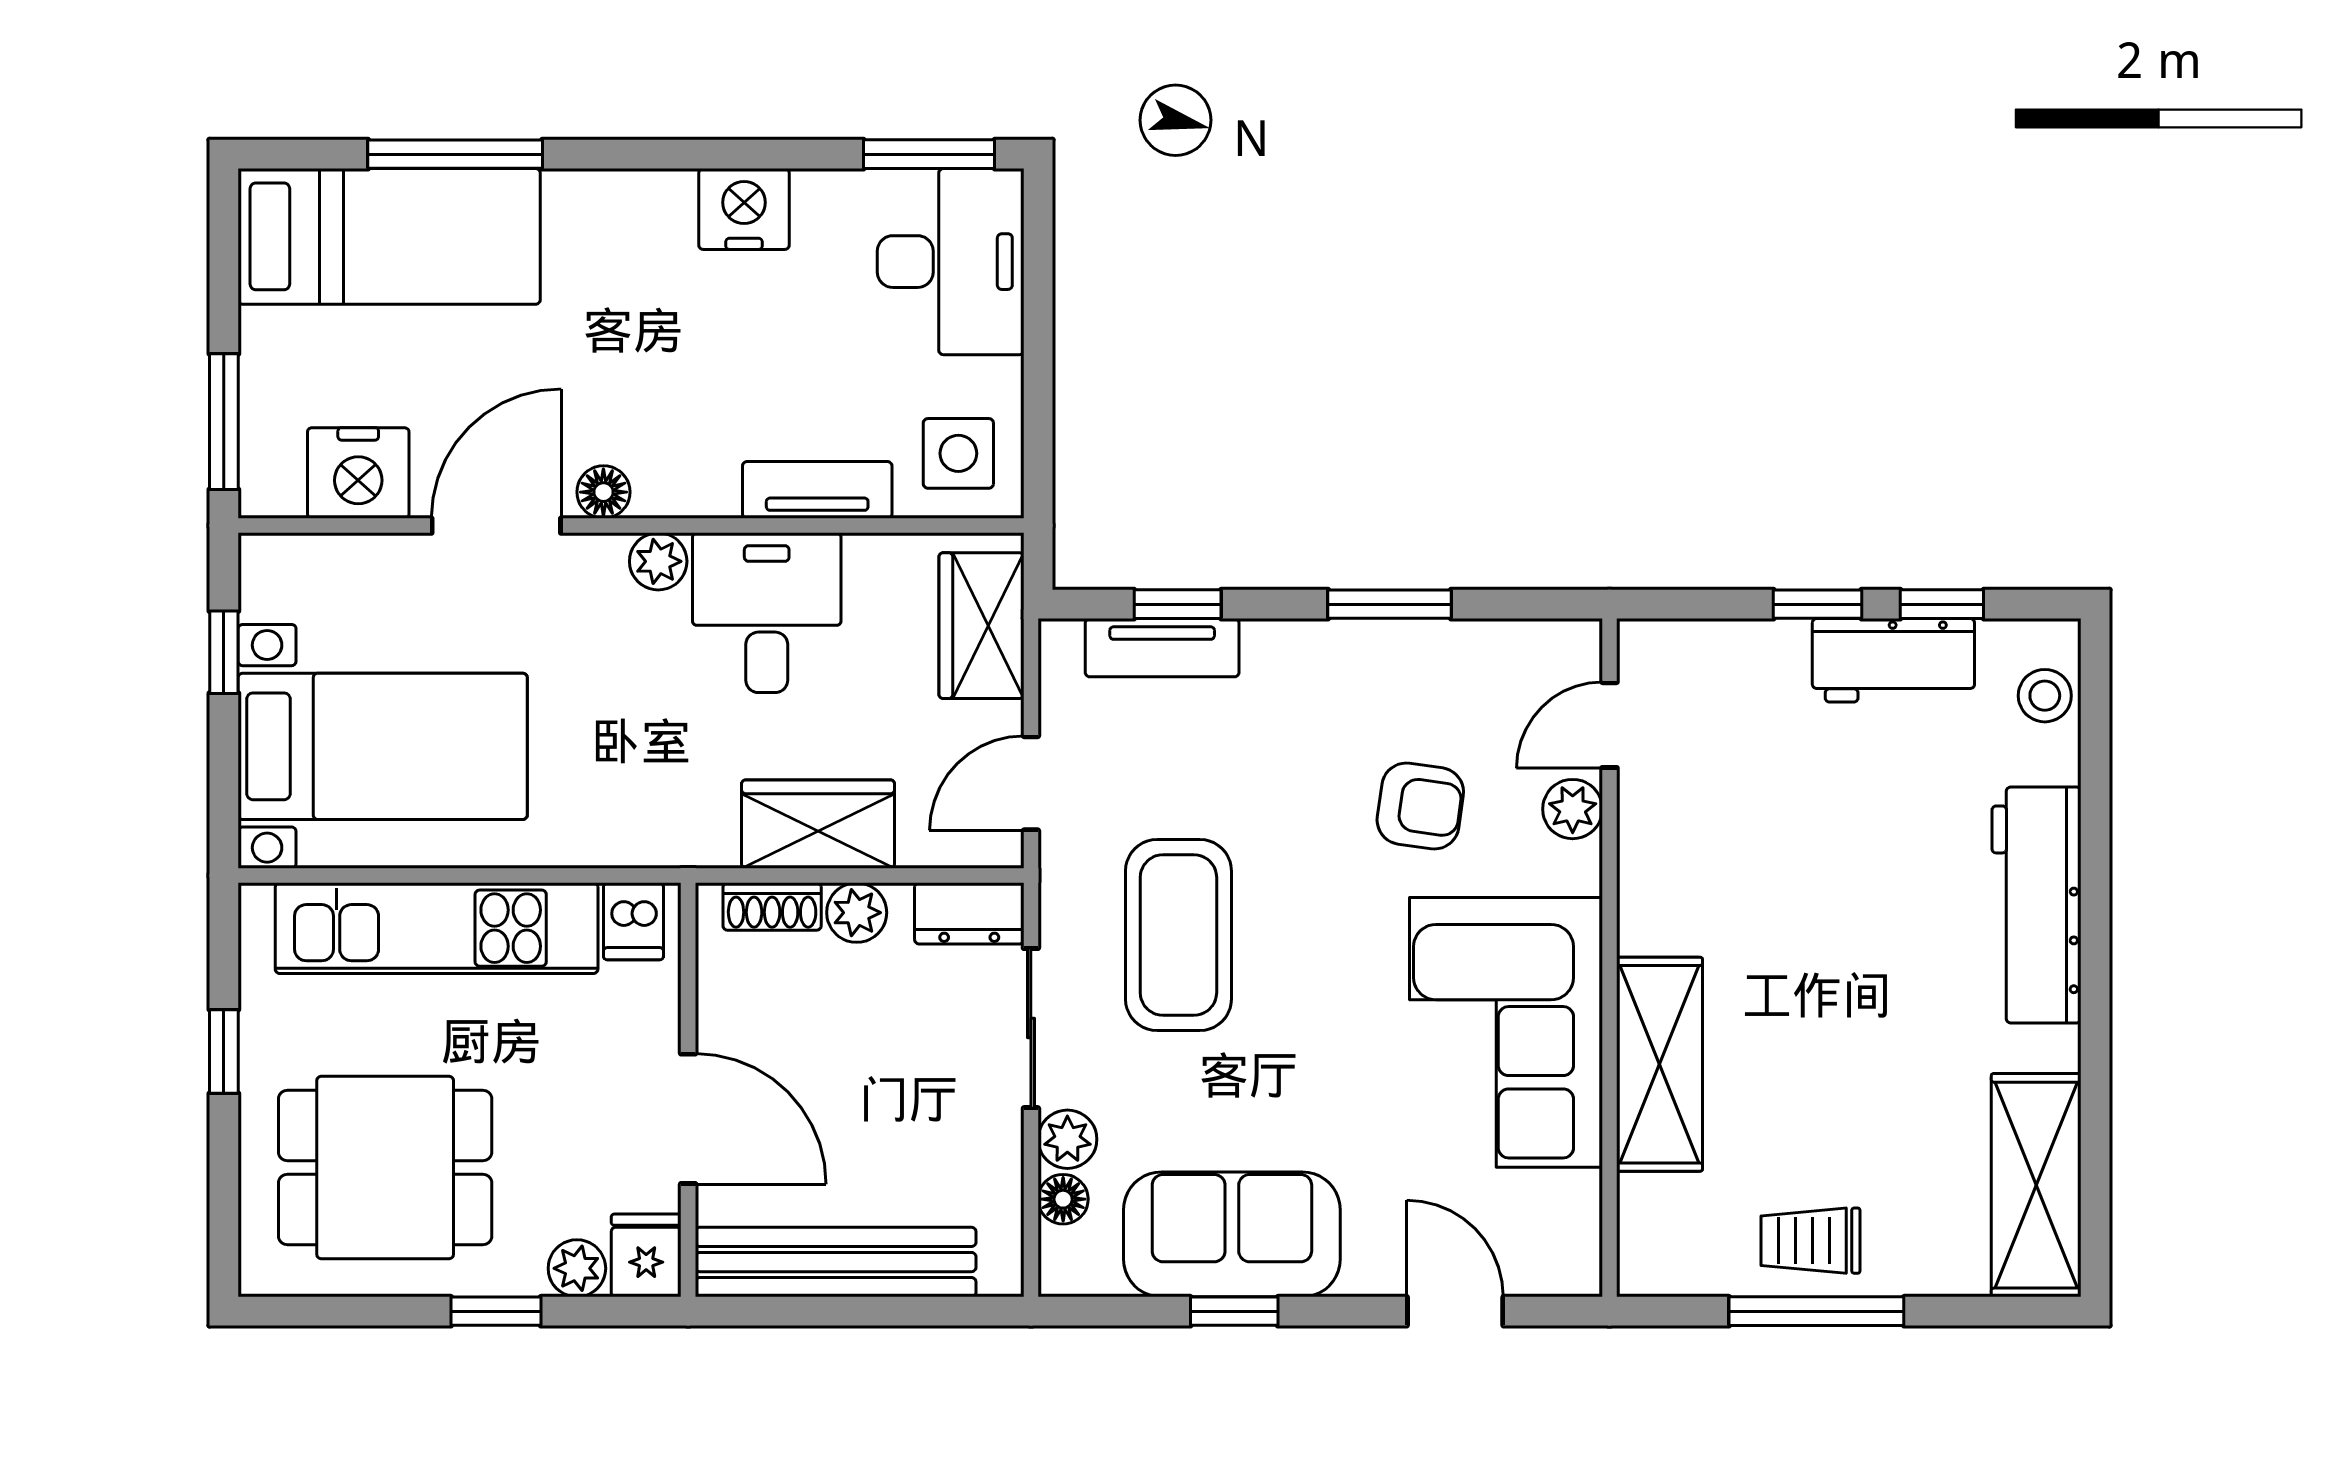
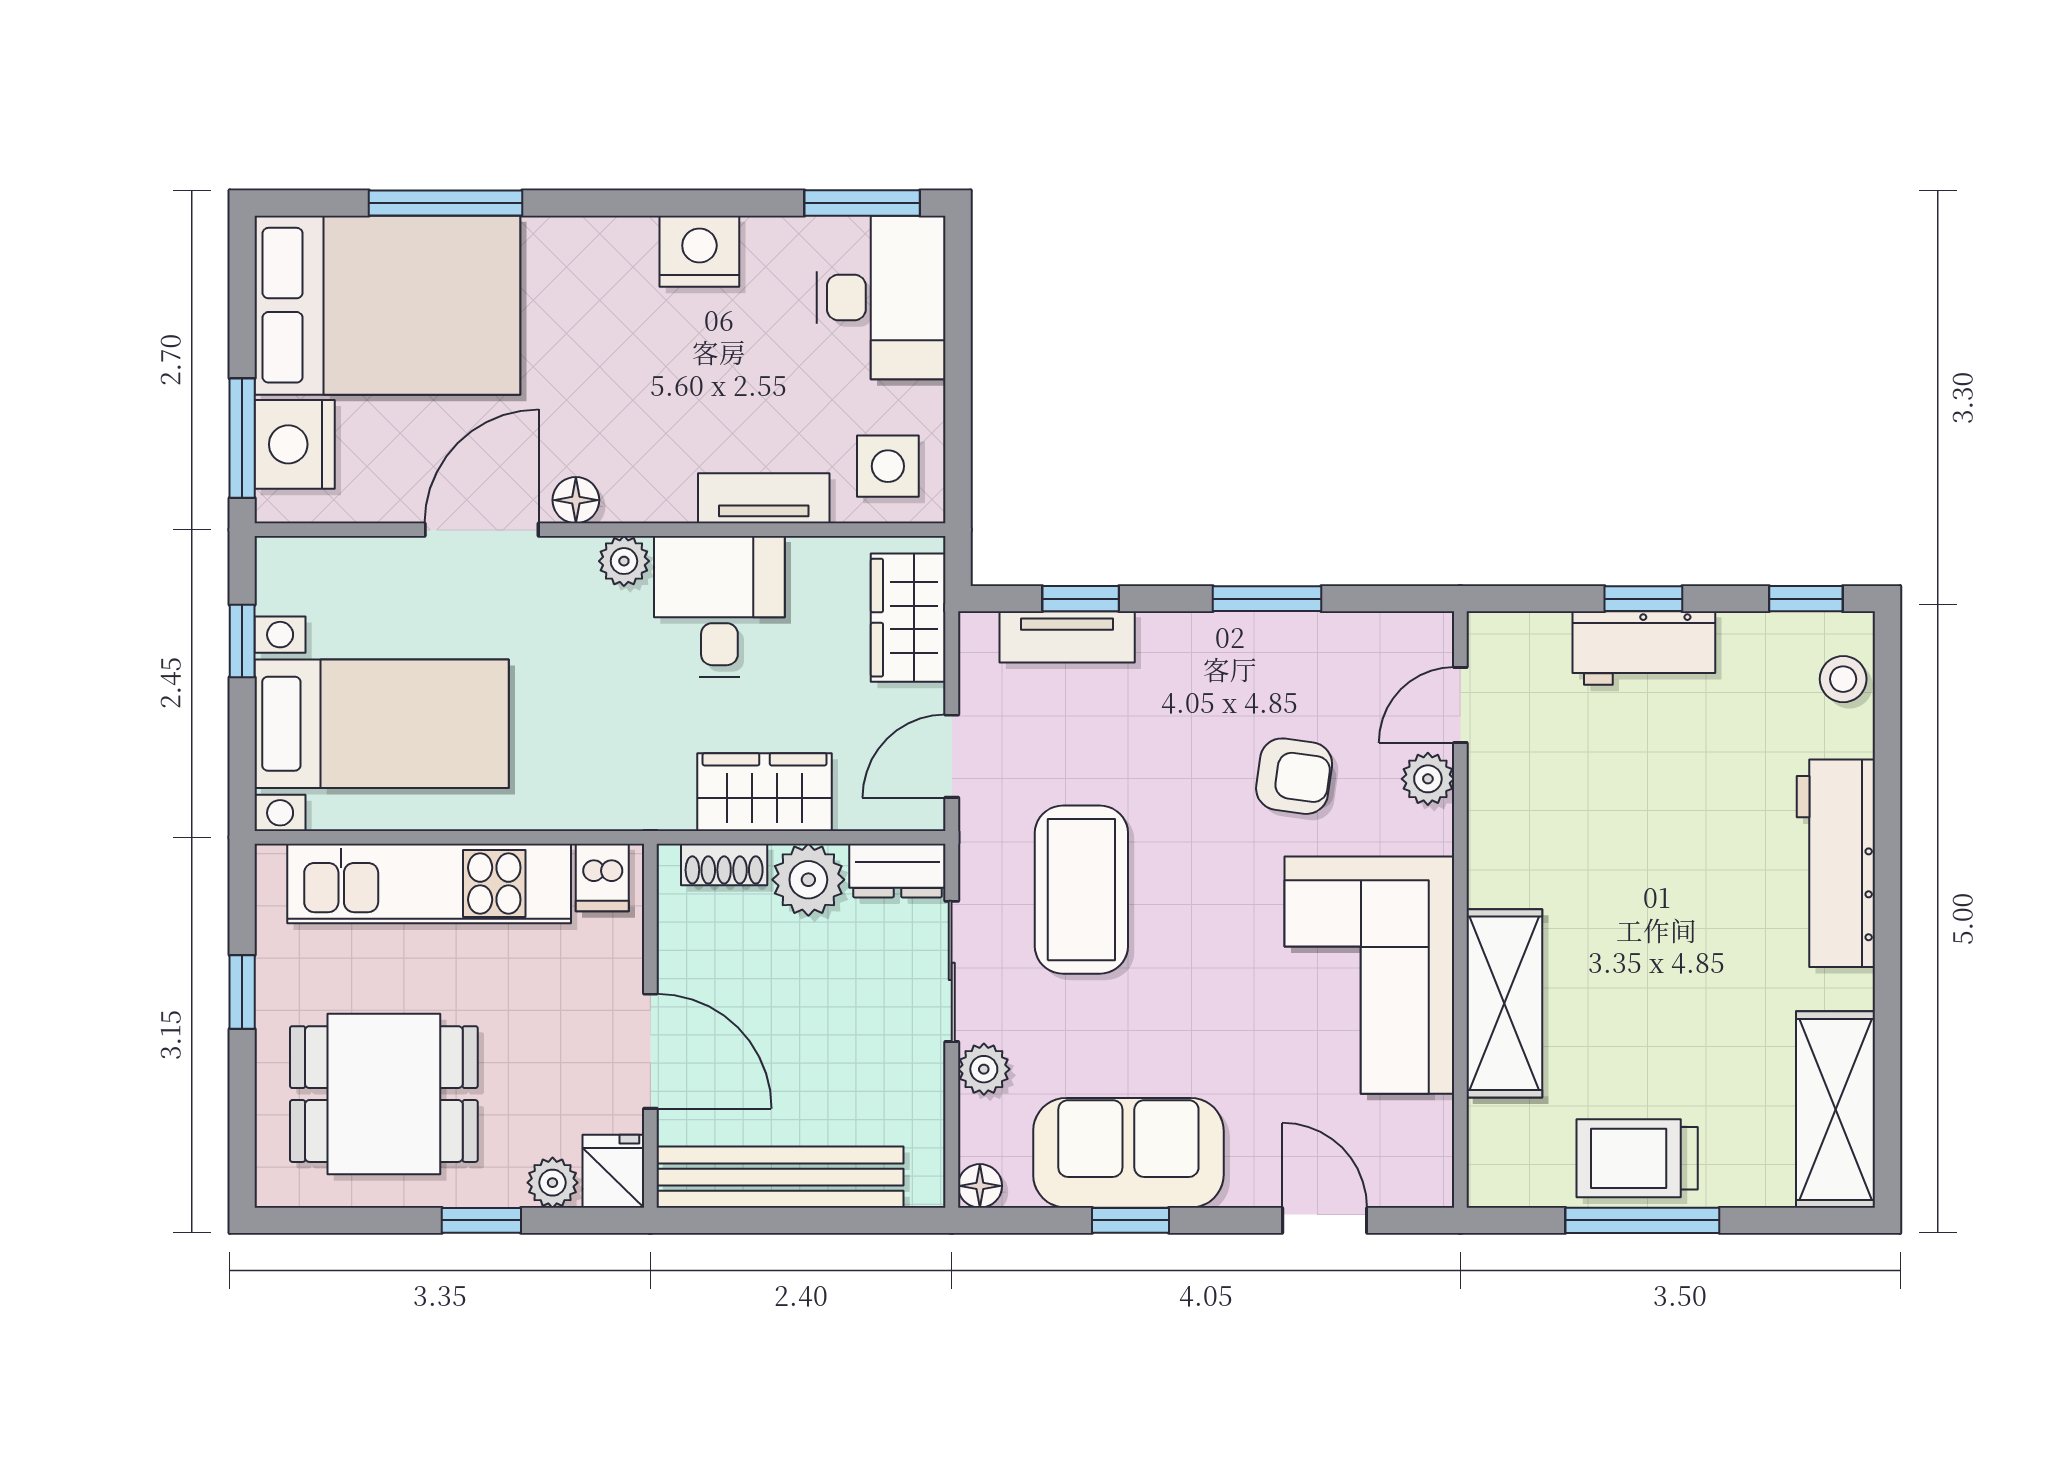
bed: (389, 236) -> (387, 305), width x1.50
nightstand: (358, 473) -> (295, 444), moved, turned 90
window: (1942, 604) -> (1806, 599), moved
workbench: (1893, 660) -> (1644, 648), moved
plant: (857, 913) -> (808, 880), width x1.38, depth x1.38
floor lamp: (1063, 1199) -> (980, 1186), moved
trolley: (1810, 1241) -> (1637, 1158), width x1.36, depth x1.39

